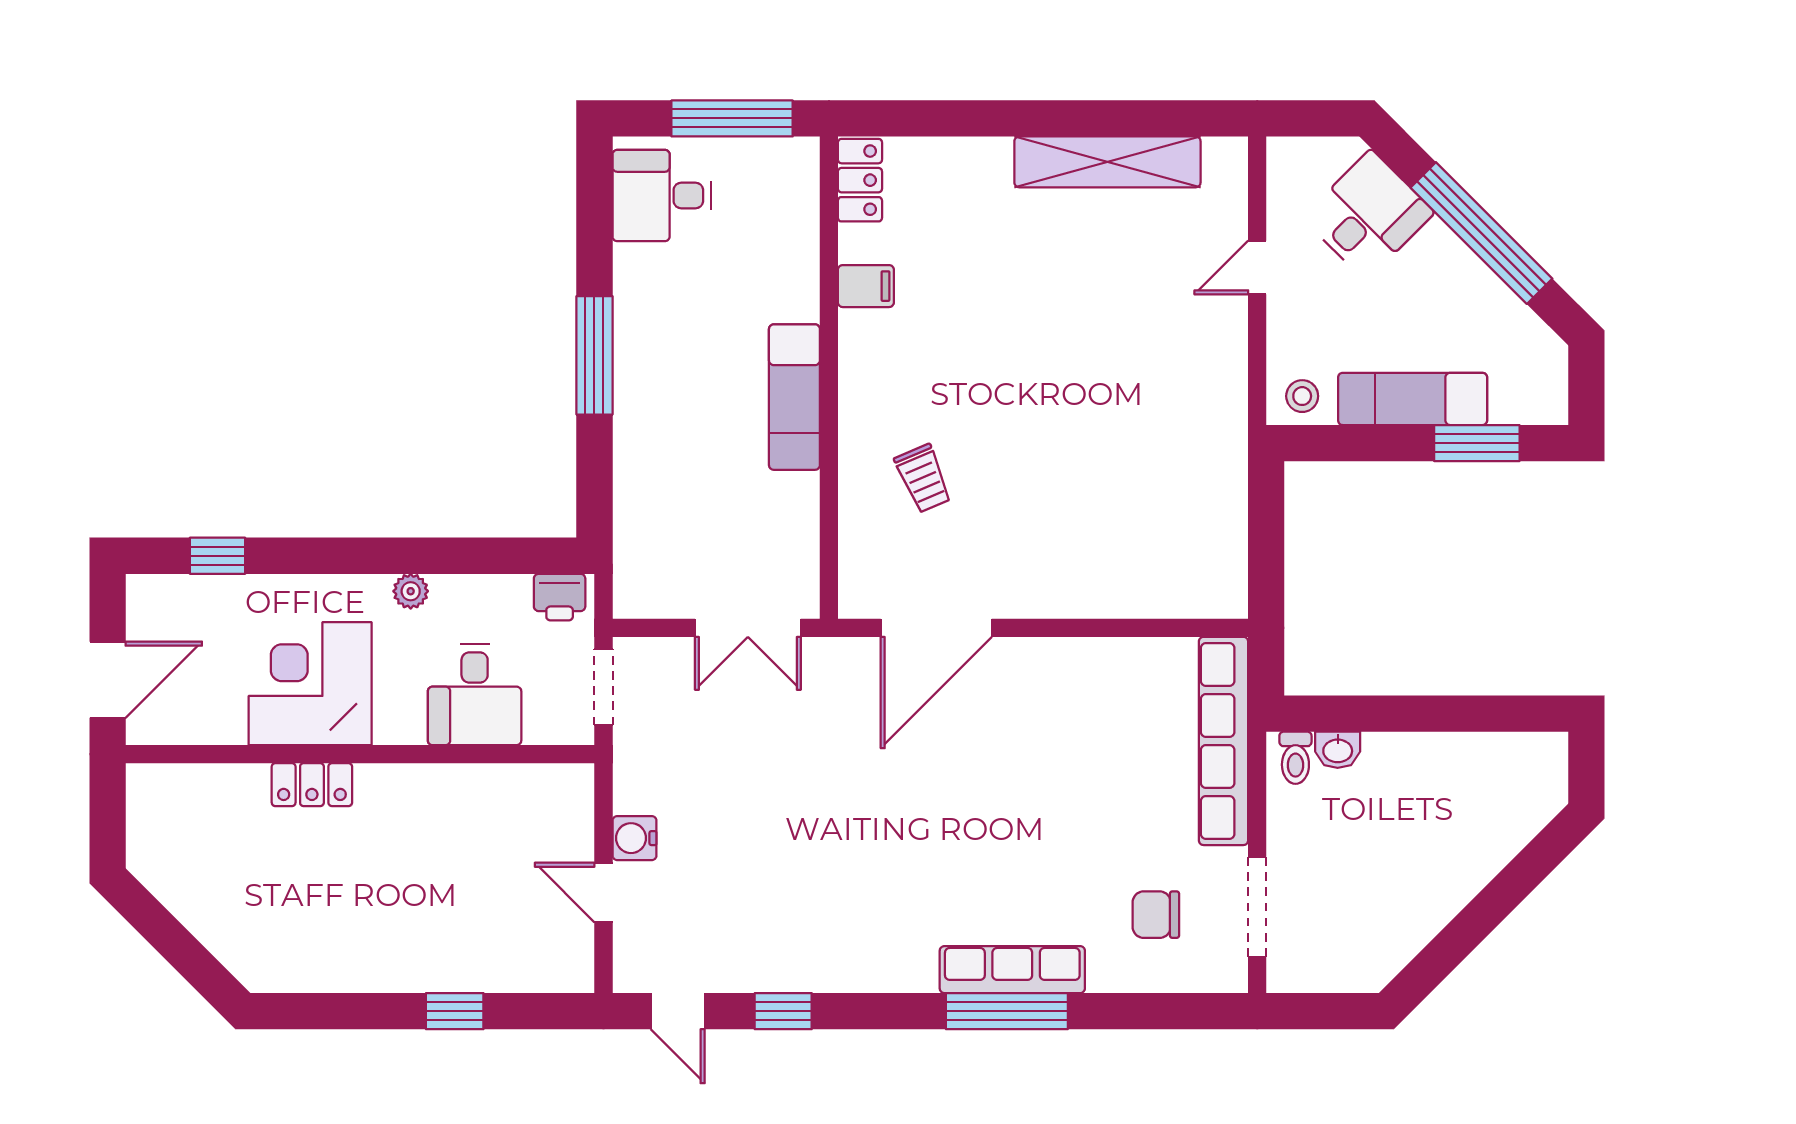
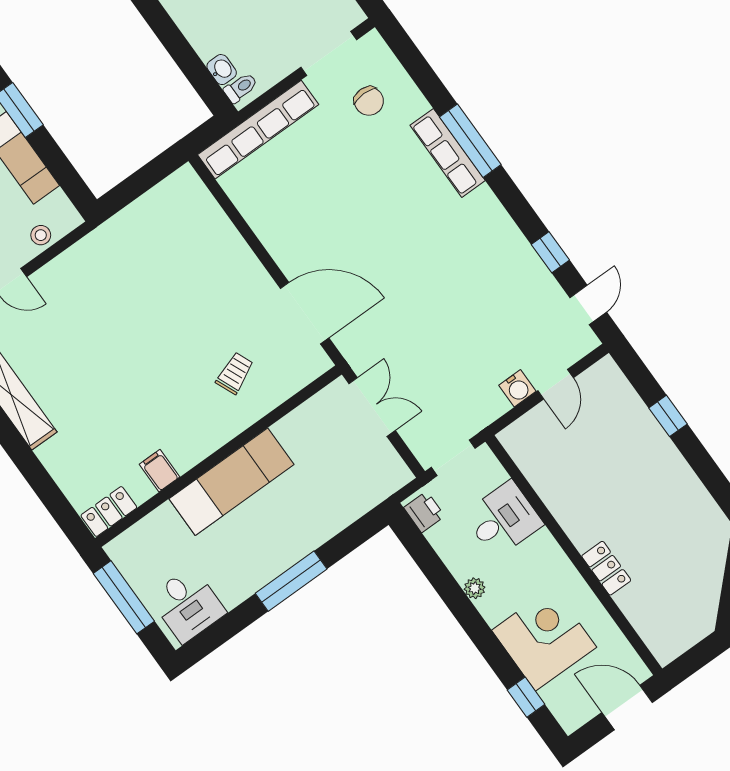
stool: (1302, 396) -> (41, 235), moved
exam couch: (794, 397) -> (231, 482), width x1.36, depth x1.45
corner desk: (310, 684) -> (544, 639), moved, turned 180

